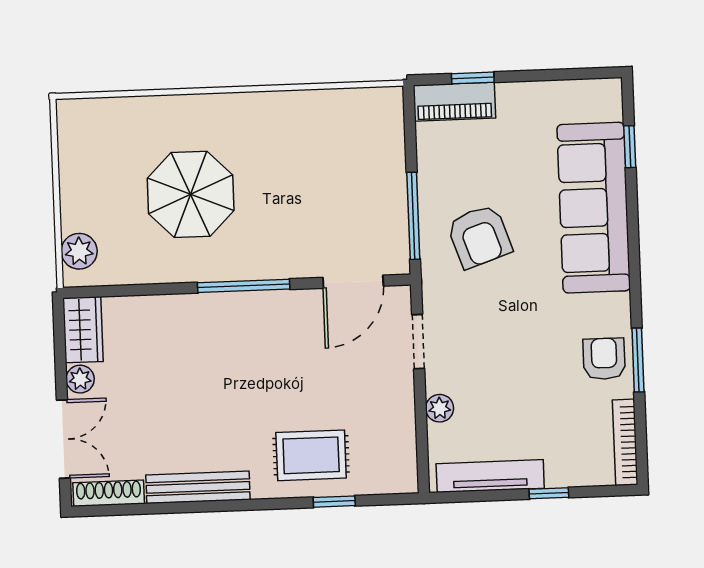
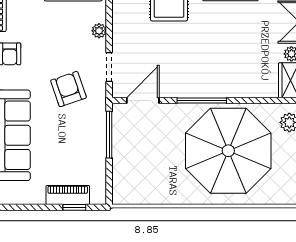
piano: (454, 102) -> (68, 195), moved
parasol: (191, 194) -> (228, 151), width x1.86, depth x1.86
armchair: (479, 236) -> (68, 89), moved

